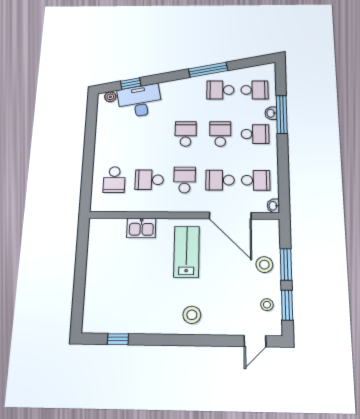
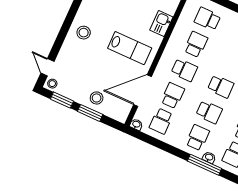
school desk: (255, 134) -> (198, 138), turned 180
stool: (267, 305) -> (52, 84), moved

